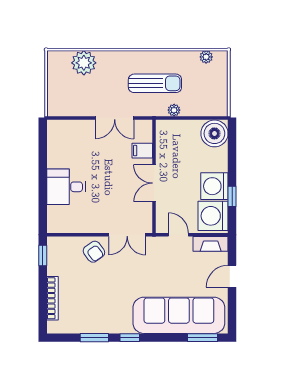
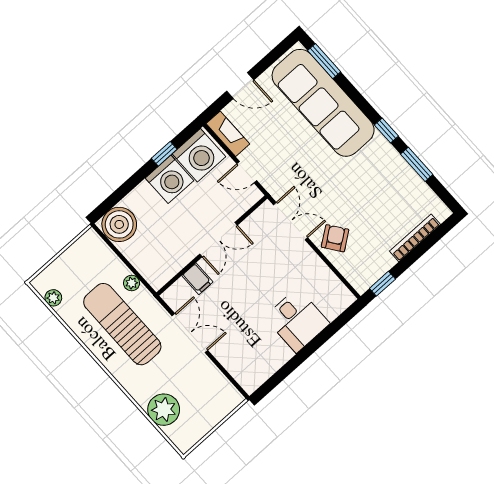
sun lounger: (155, 83) -> (122, 324), width x1.36, depth x1.34
door: (178, 235) -> (247, 172), hinge flipped

